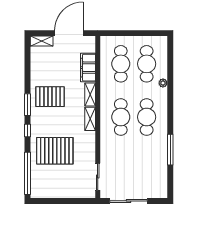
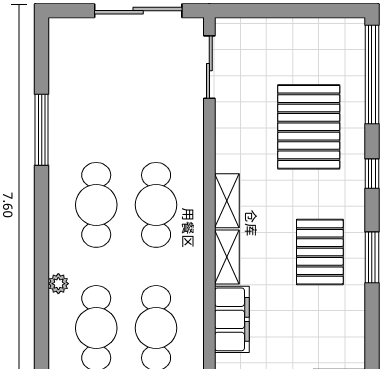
pallet: (50, 97) -> (320, 252), turned 90
window: (28, 105) -> (372, 257), moved
pallet: (55, 151) -> (309, 127), turned 90

